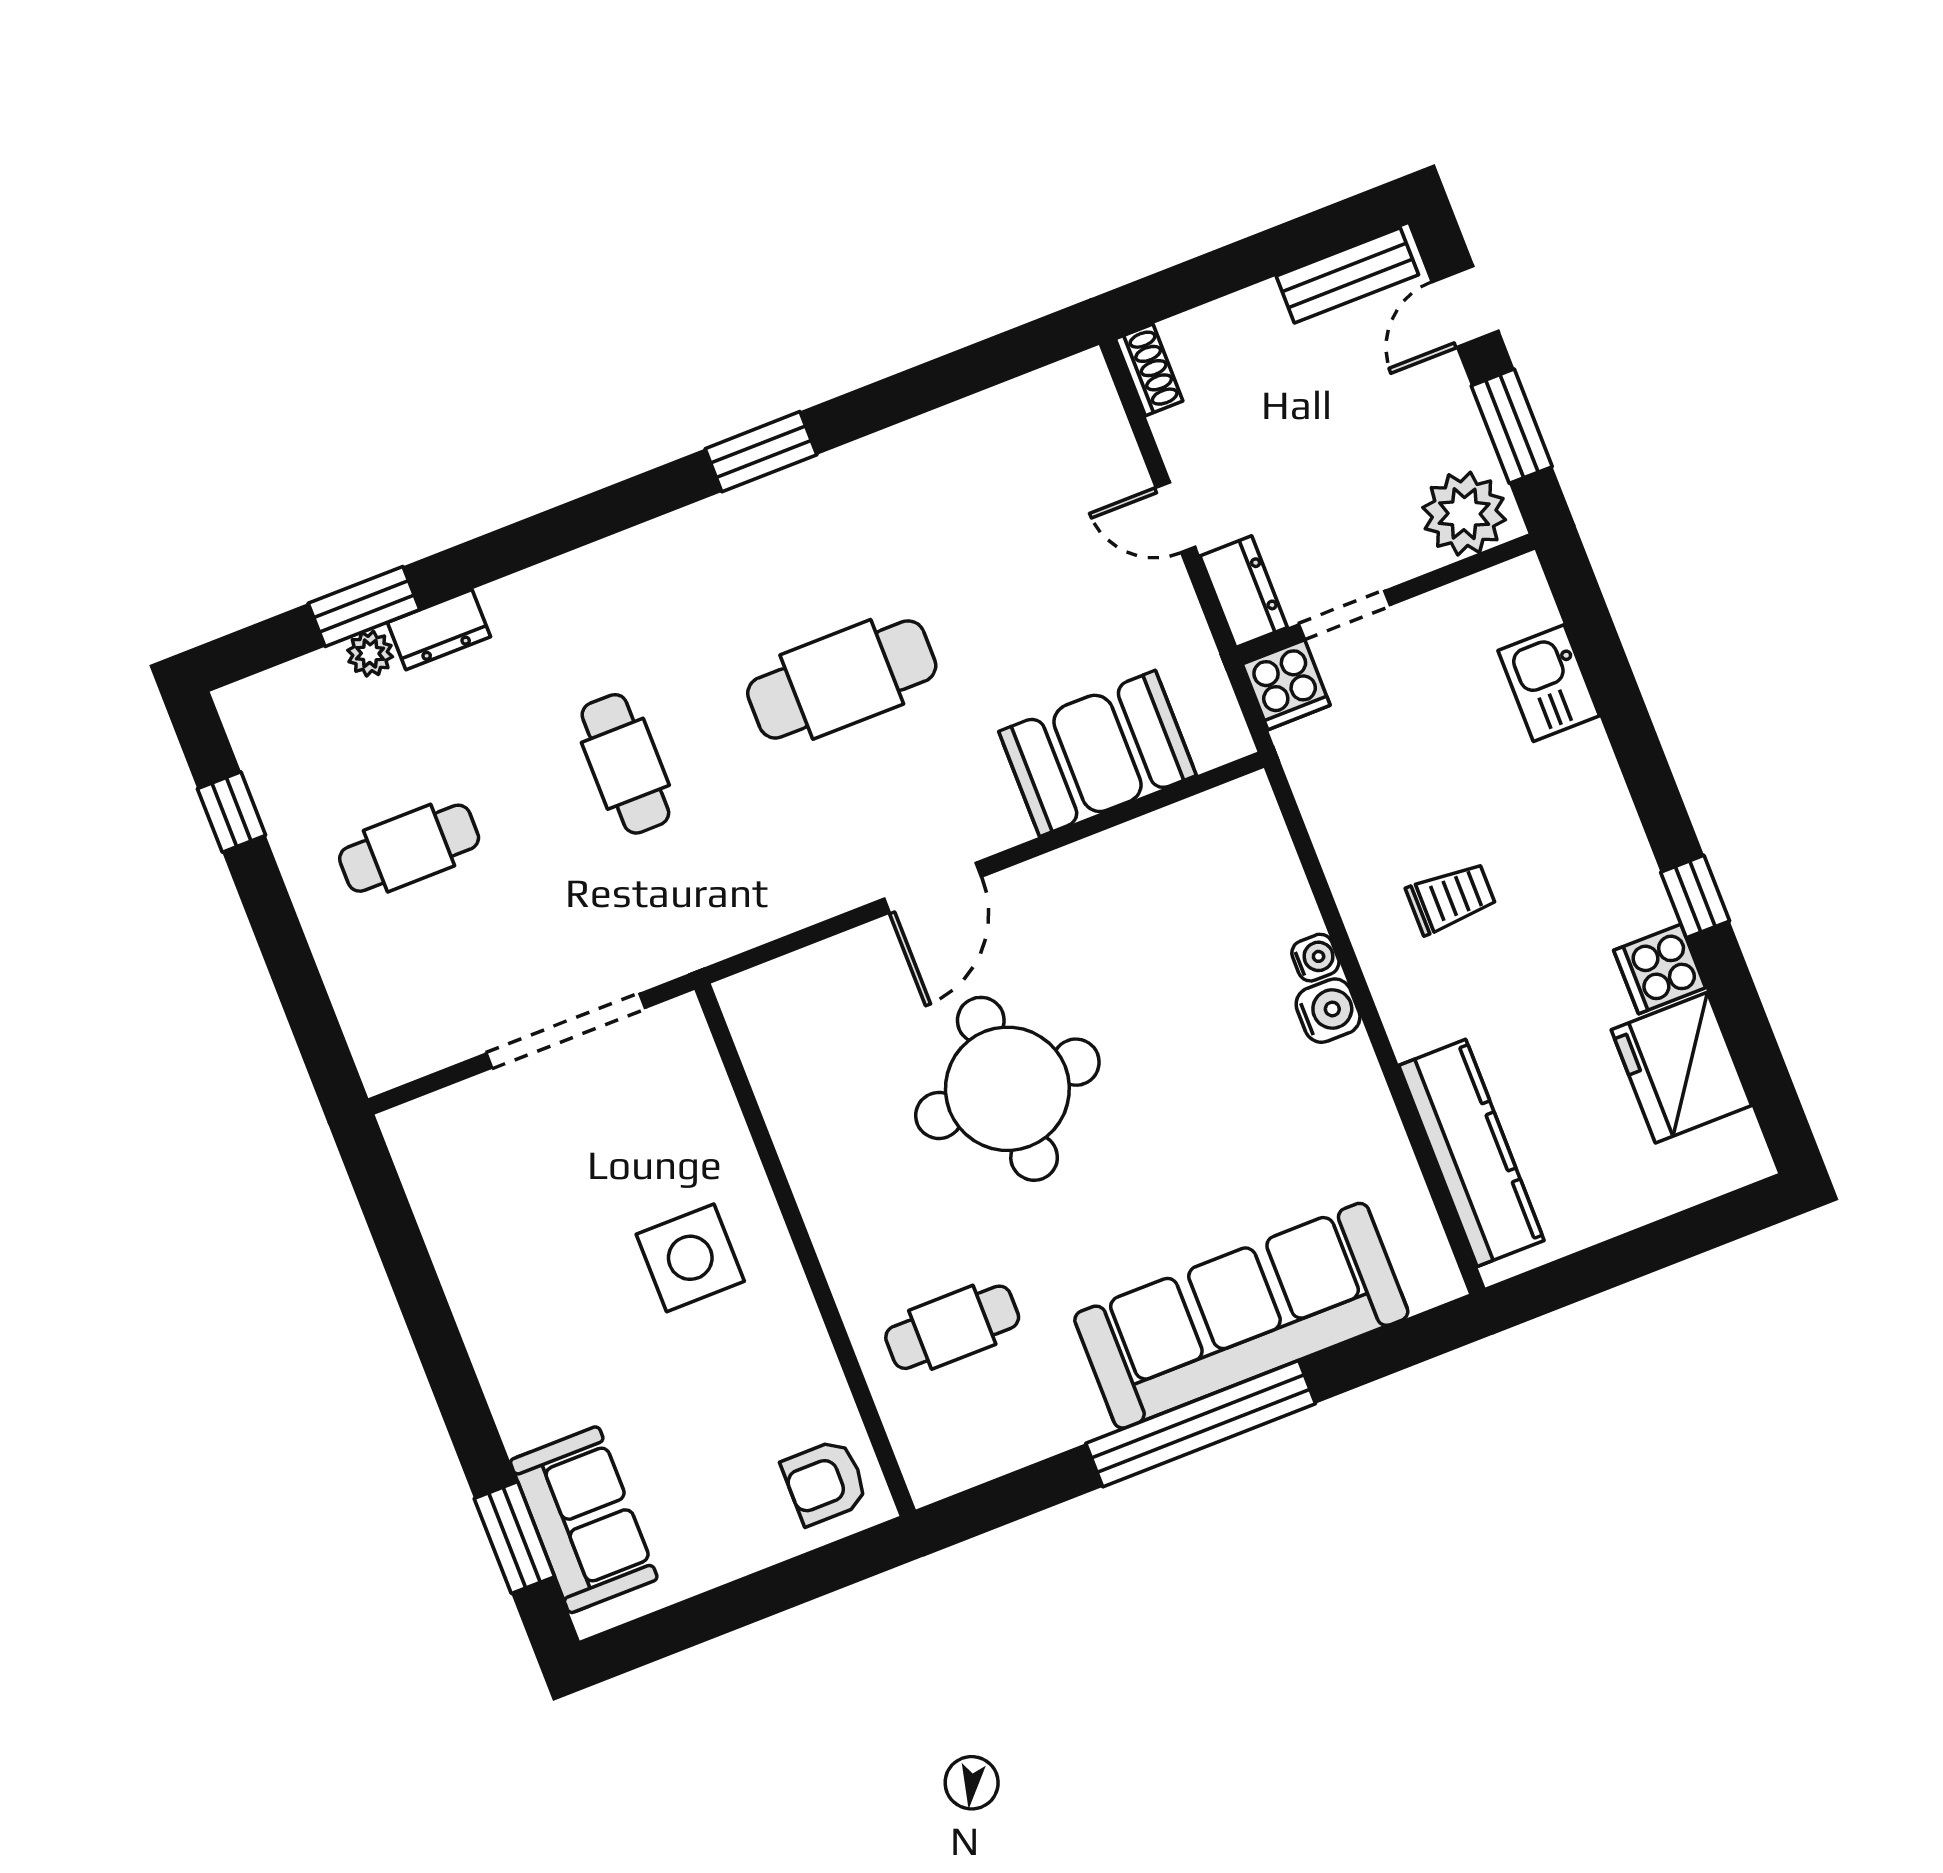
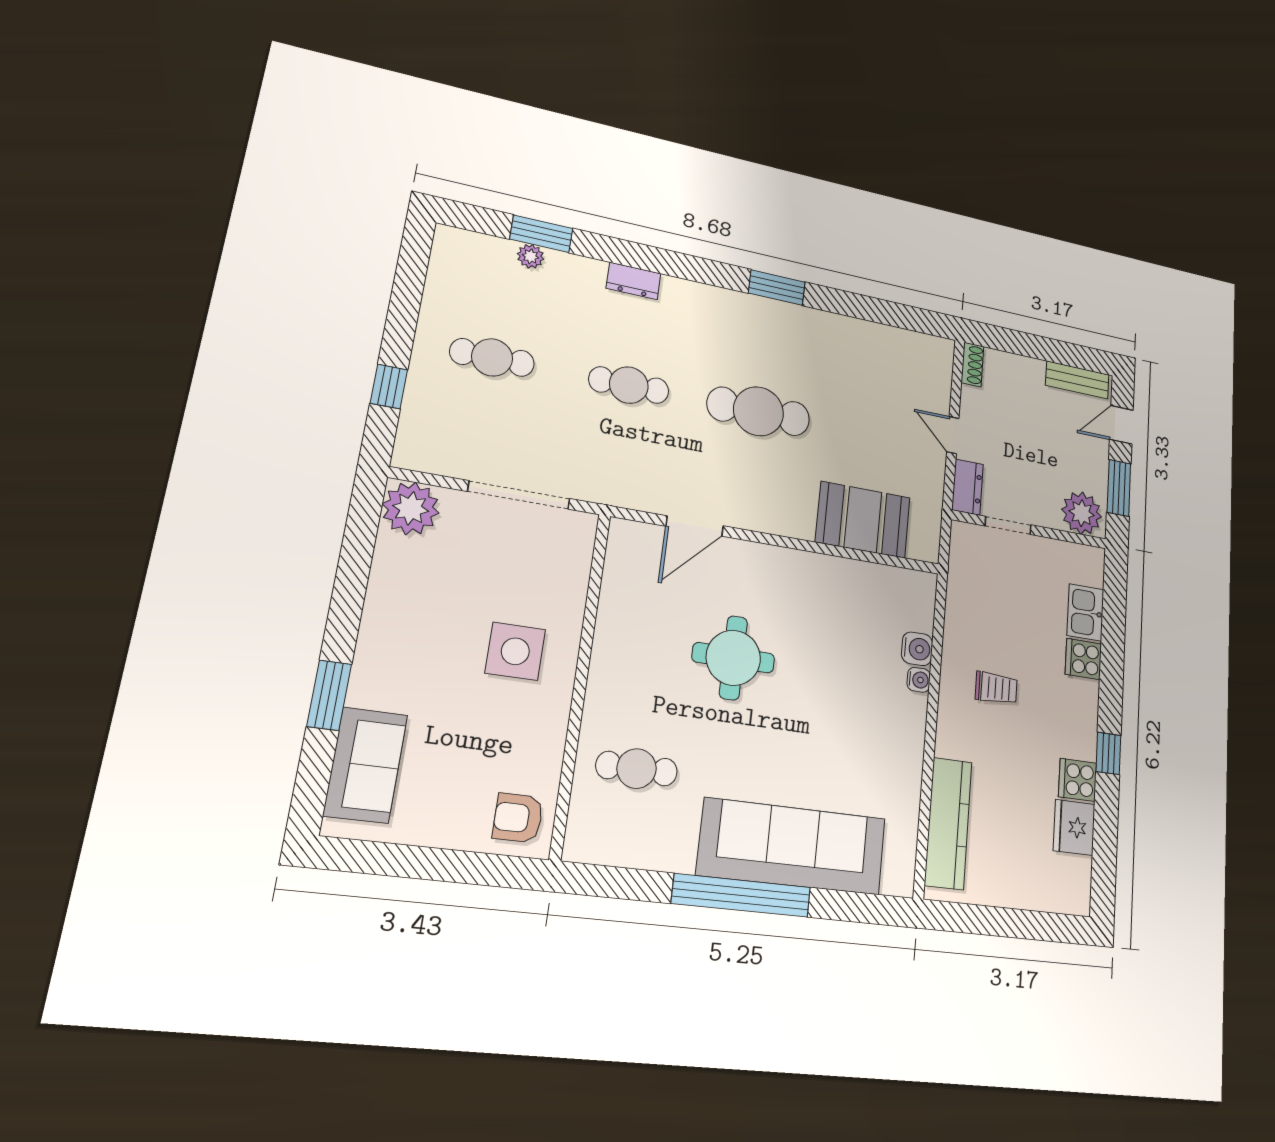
dresser: (439, 630) -> (634, 281), moved
cooker: (1286, 685) -> (1083, 659), moved, turned 90
cafe table: (625, 764) -> (629, 385), turned 90
window: (232, 812) -> (389, 386), moved
door: (933, 888) -> (695, 526), moved
water cooler: (1328, 1011) -> (917, 649), moved
fridge: (1681, 1068) -> (1074, 827), width x0.73, depth x0.75
round table: (1007, 1089) -> (733, 658), width x0.73, depth x0.73
plant: (432, 1140) -> (411, 508), added
window: (514, 1538) -> (329, 695), moved

